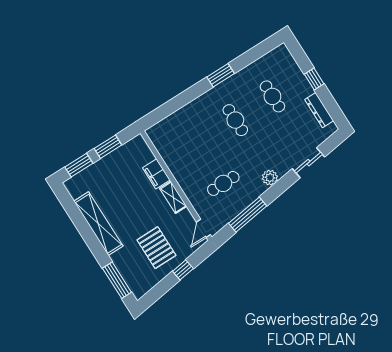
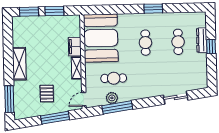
dresser: (319, 110) -> (202, 40), moved
booth: (180, 146) -> (101, 38), added
plant: (270, 178) -> (112, 98), moved
shelving: (98, 224) -> (19, 64), width x0.68
pallet: (156, 248) -> (47, 93), width x0.67, depth x0.71
window: (183, 270) -> (55, 118), width x2.17

